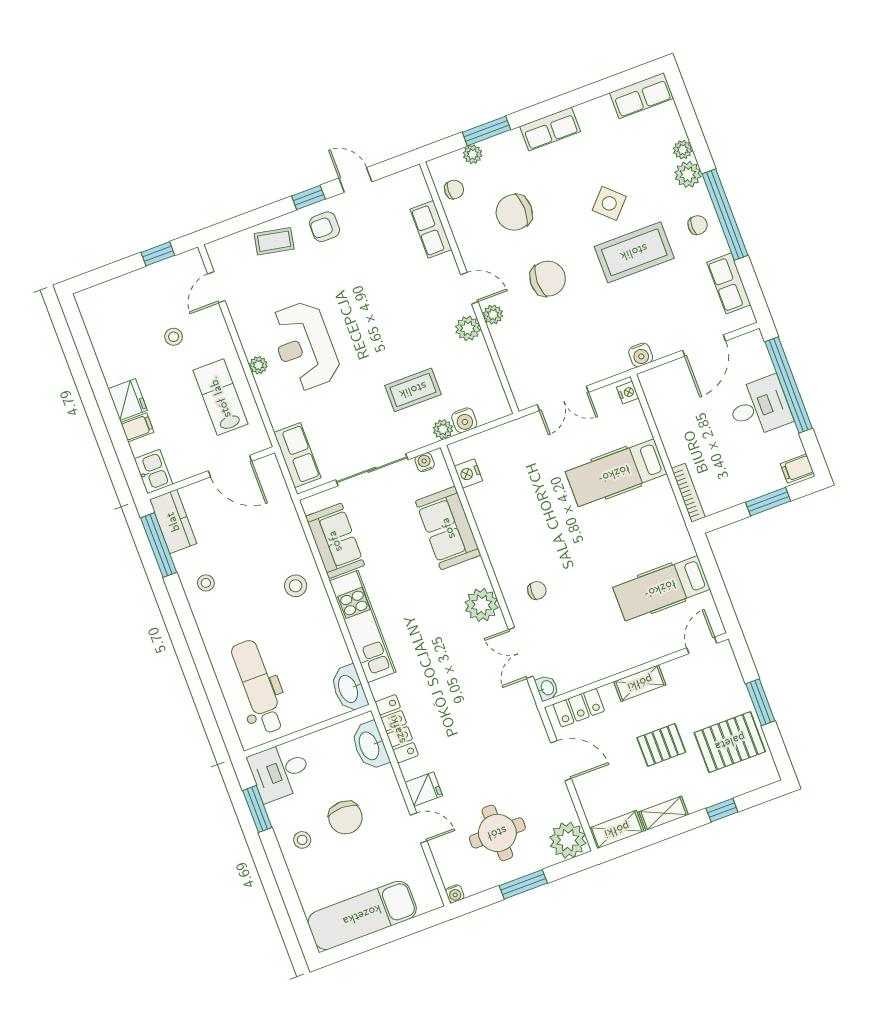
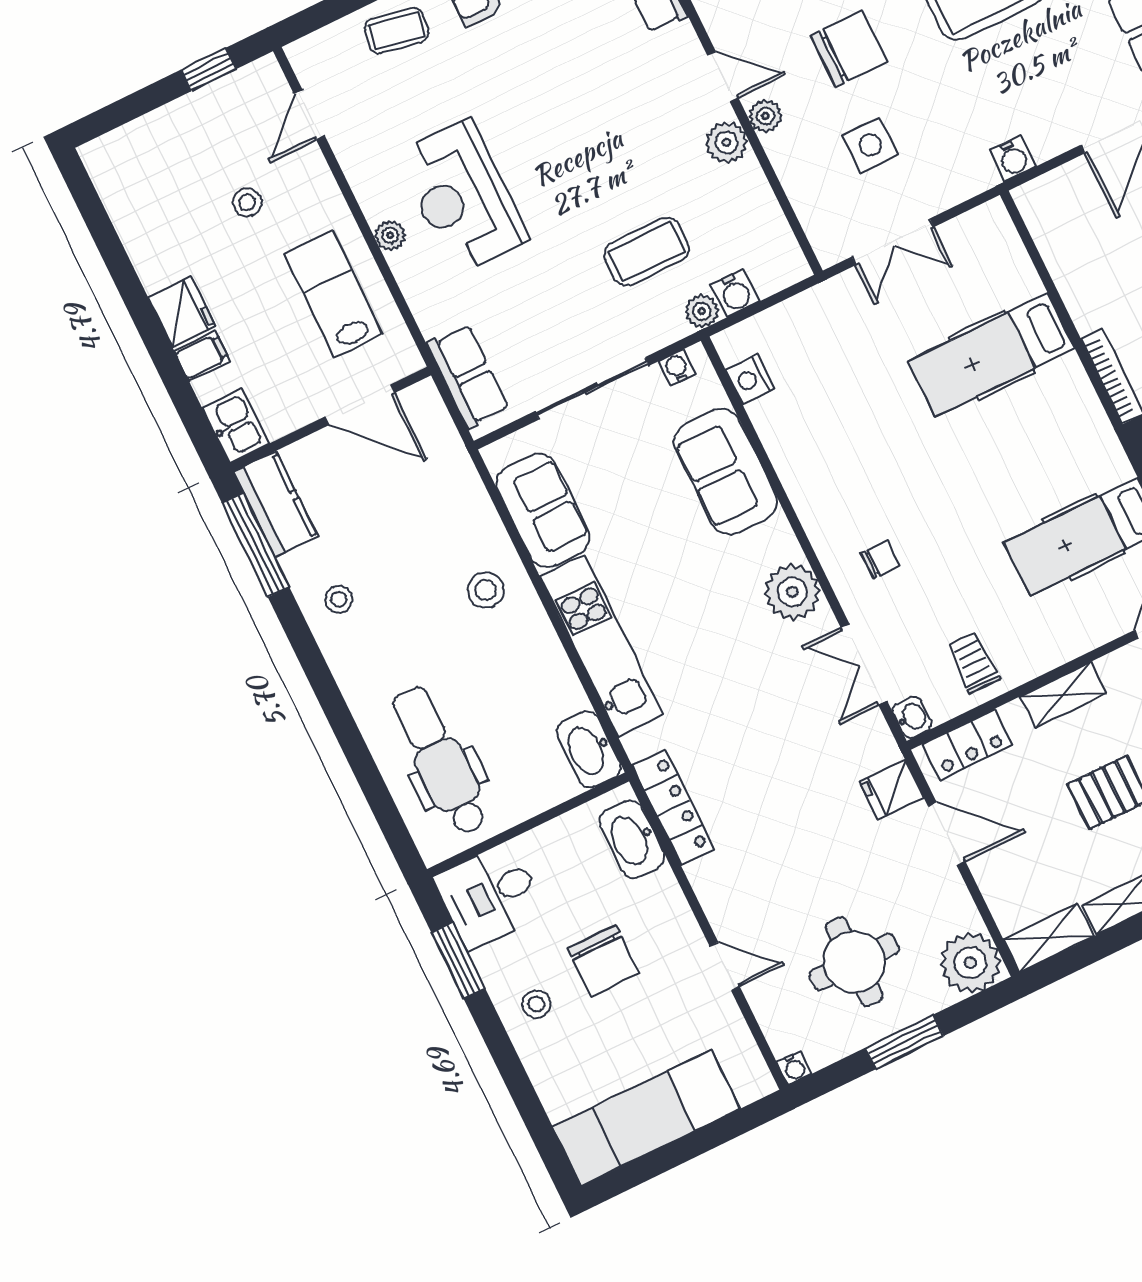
side table: (555, 338) -> (870, 145), added
nightstand: (628, 393) -> (998, 222), removed
trolley: (587, 658) -> (973, 662), added
fridge: (424, 789) -> (892, 790), moved, turned 180

